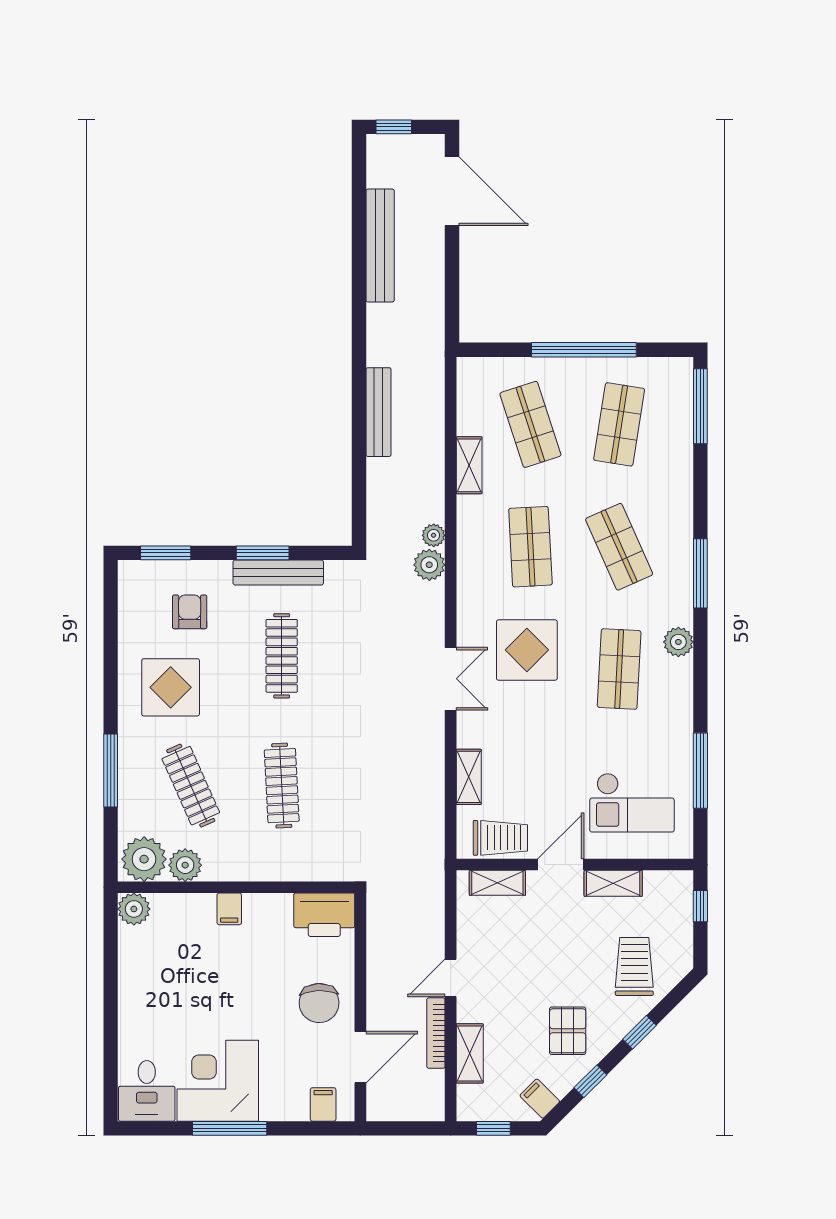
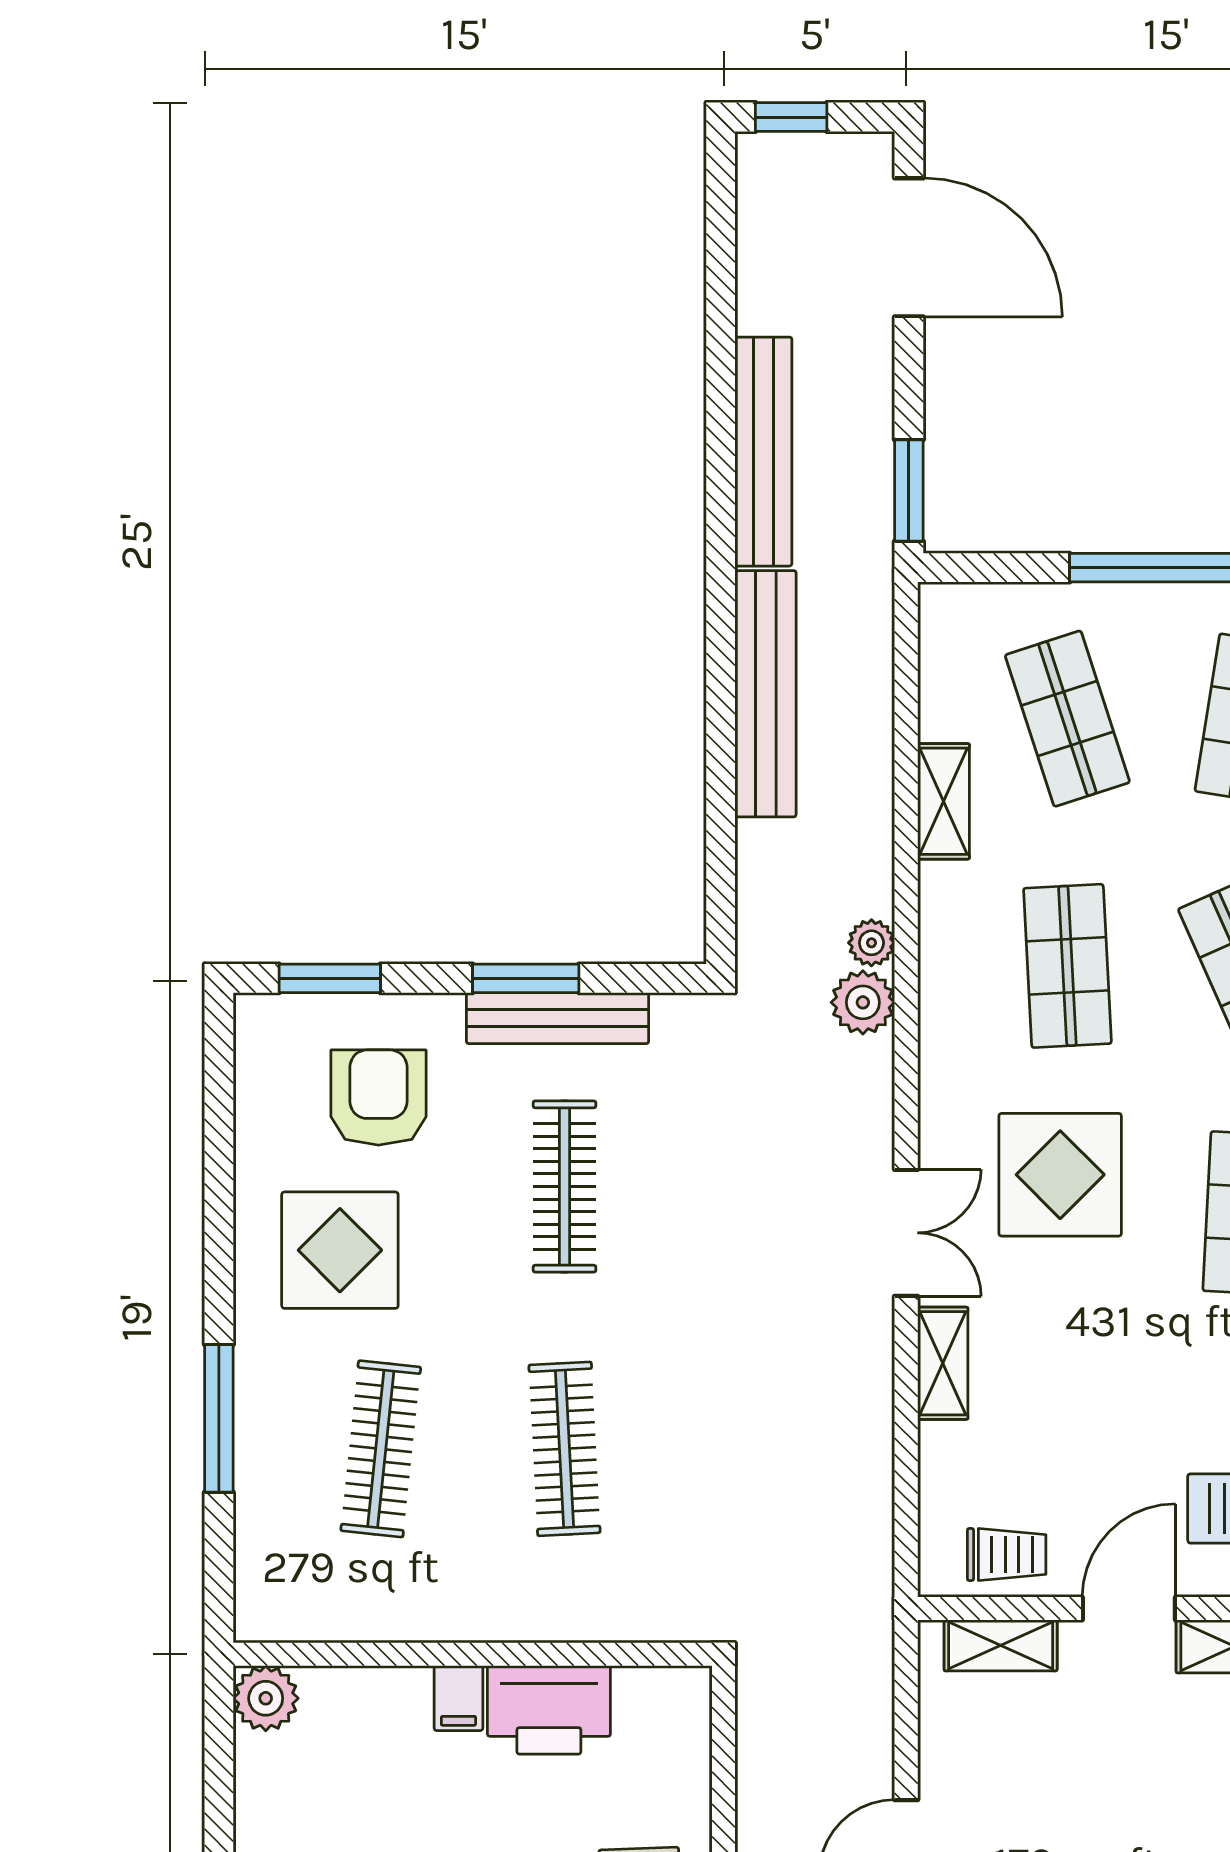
bench: (380, 246) -> (763, 452), moved
window: (452, 312) -> (909, 491), added
bench: (378, 412) -> (766, 694), width x1.37, depth x1.21
armchair: (190, 612) -> (378, 1098), width x1.38, depth x1.38
shelving: (469, 777) -> (943, 1363), moved
clothes rail: (191, 786) -> (381, 1449), turned 30
trolley: (500, 838) -> (1007, 1555), width x0.73, depth x0.72
plant: (144, 859) -> (286, 1598), removed
plant: (185, 865) -> (369, 1610), removed
printer: (324, 915) -> (549, 1710), moved

